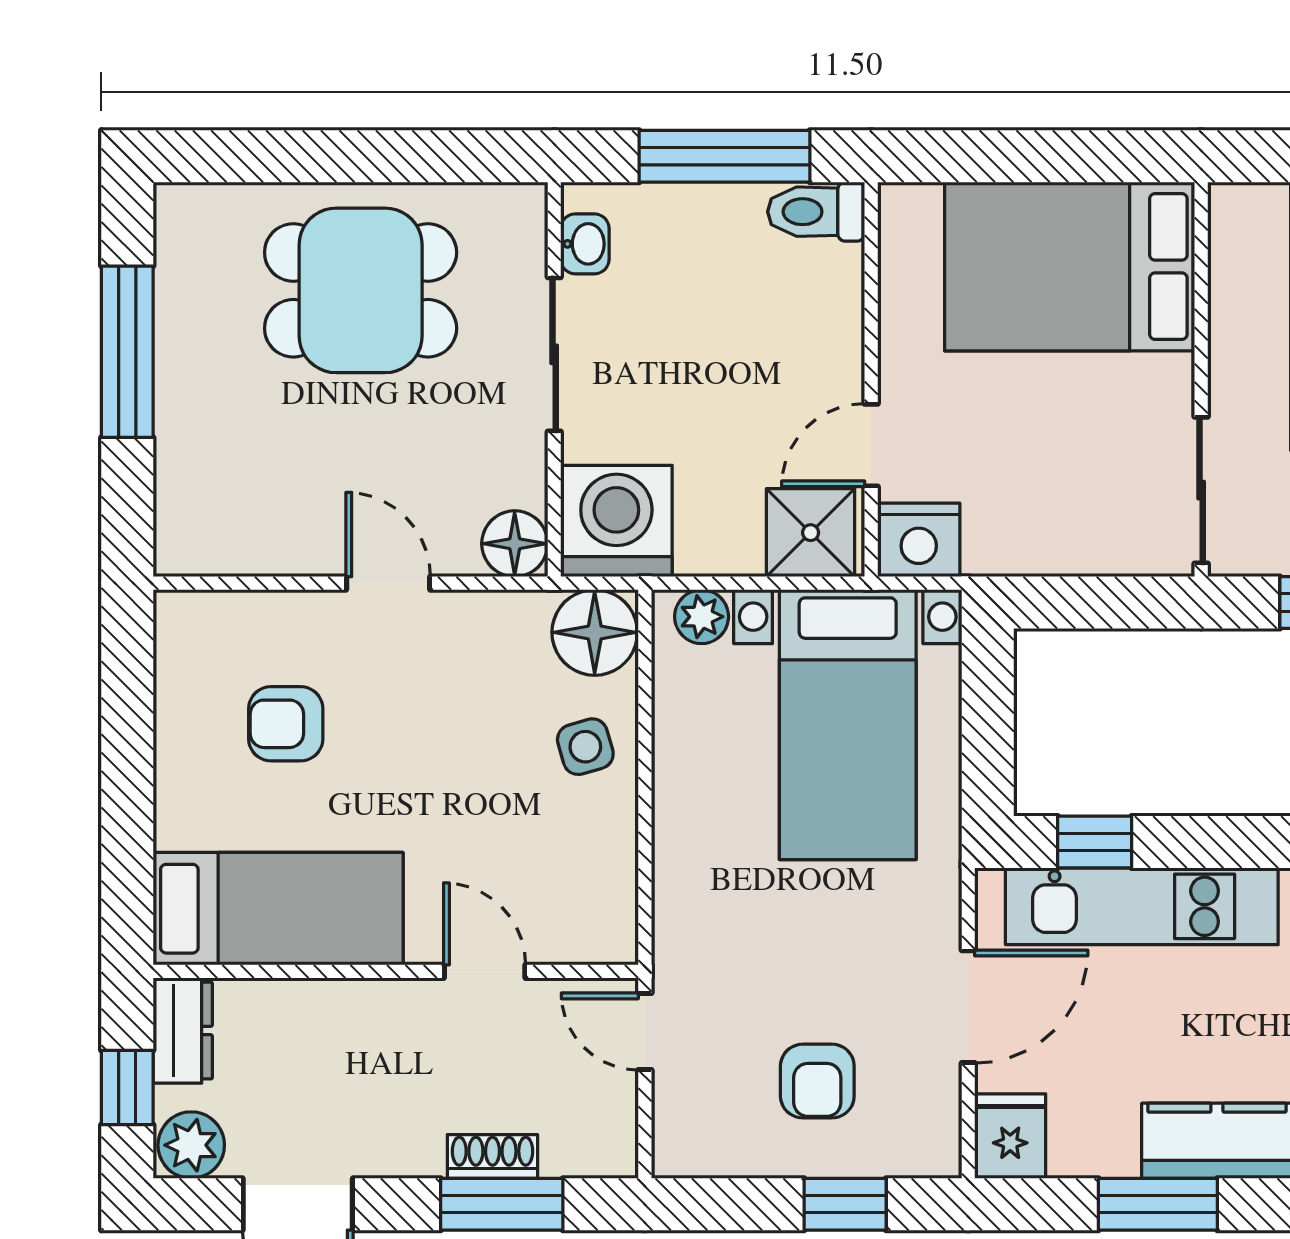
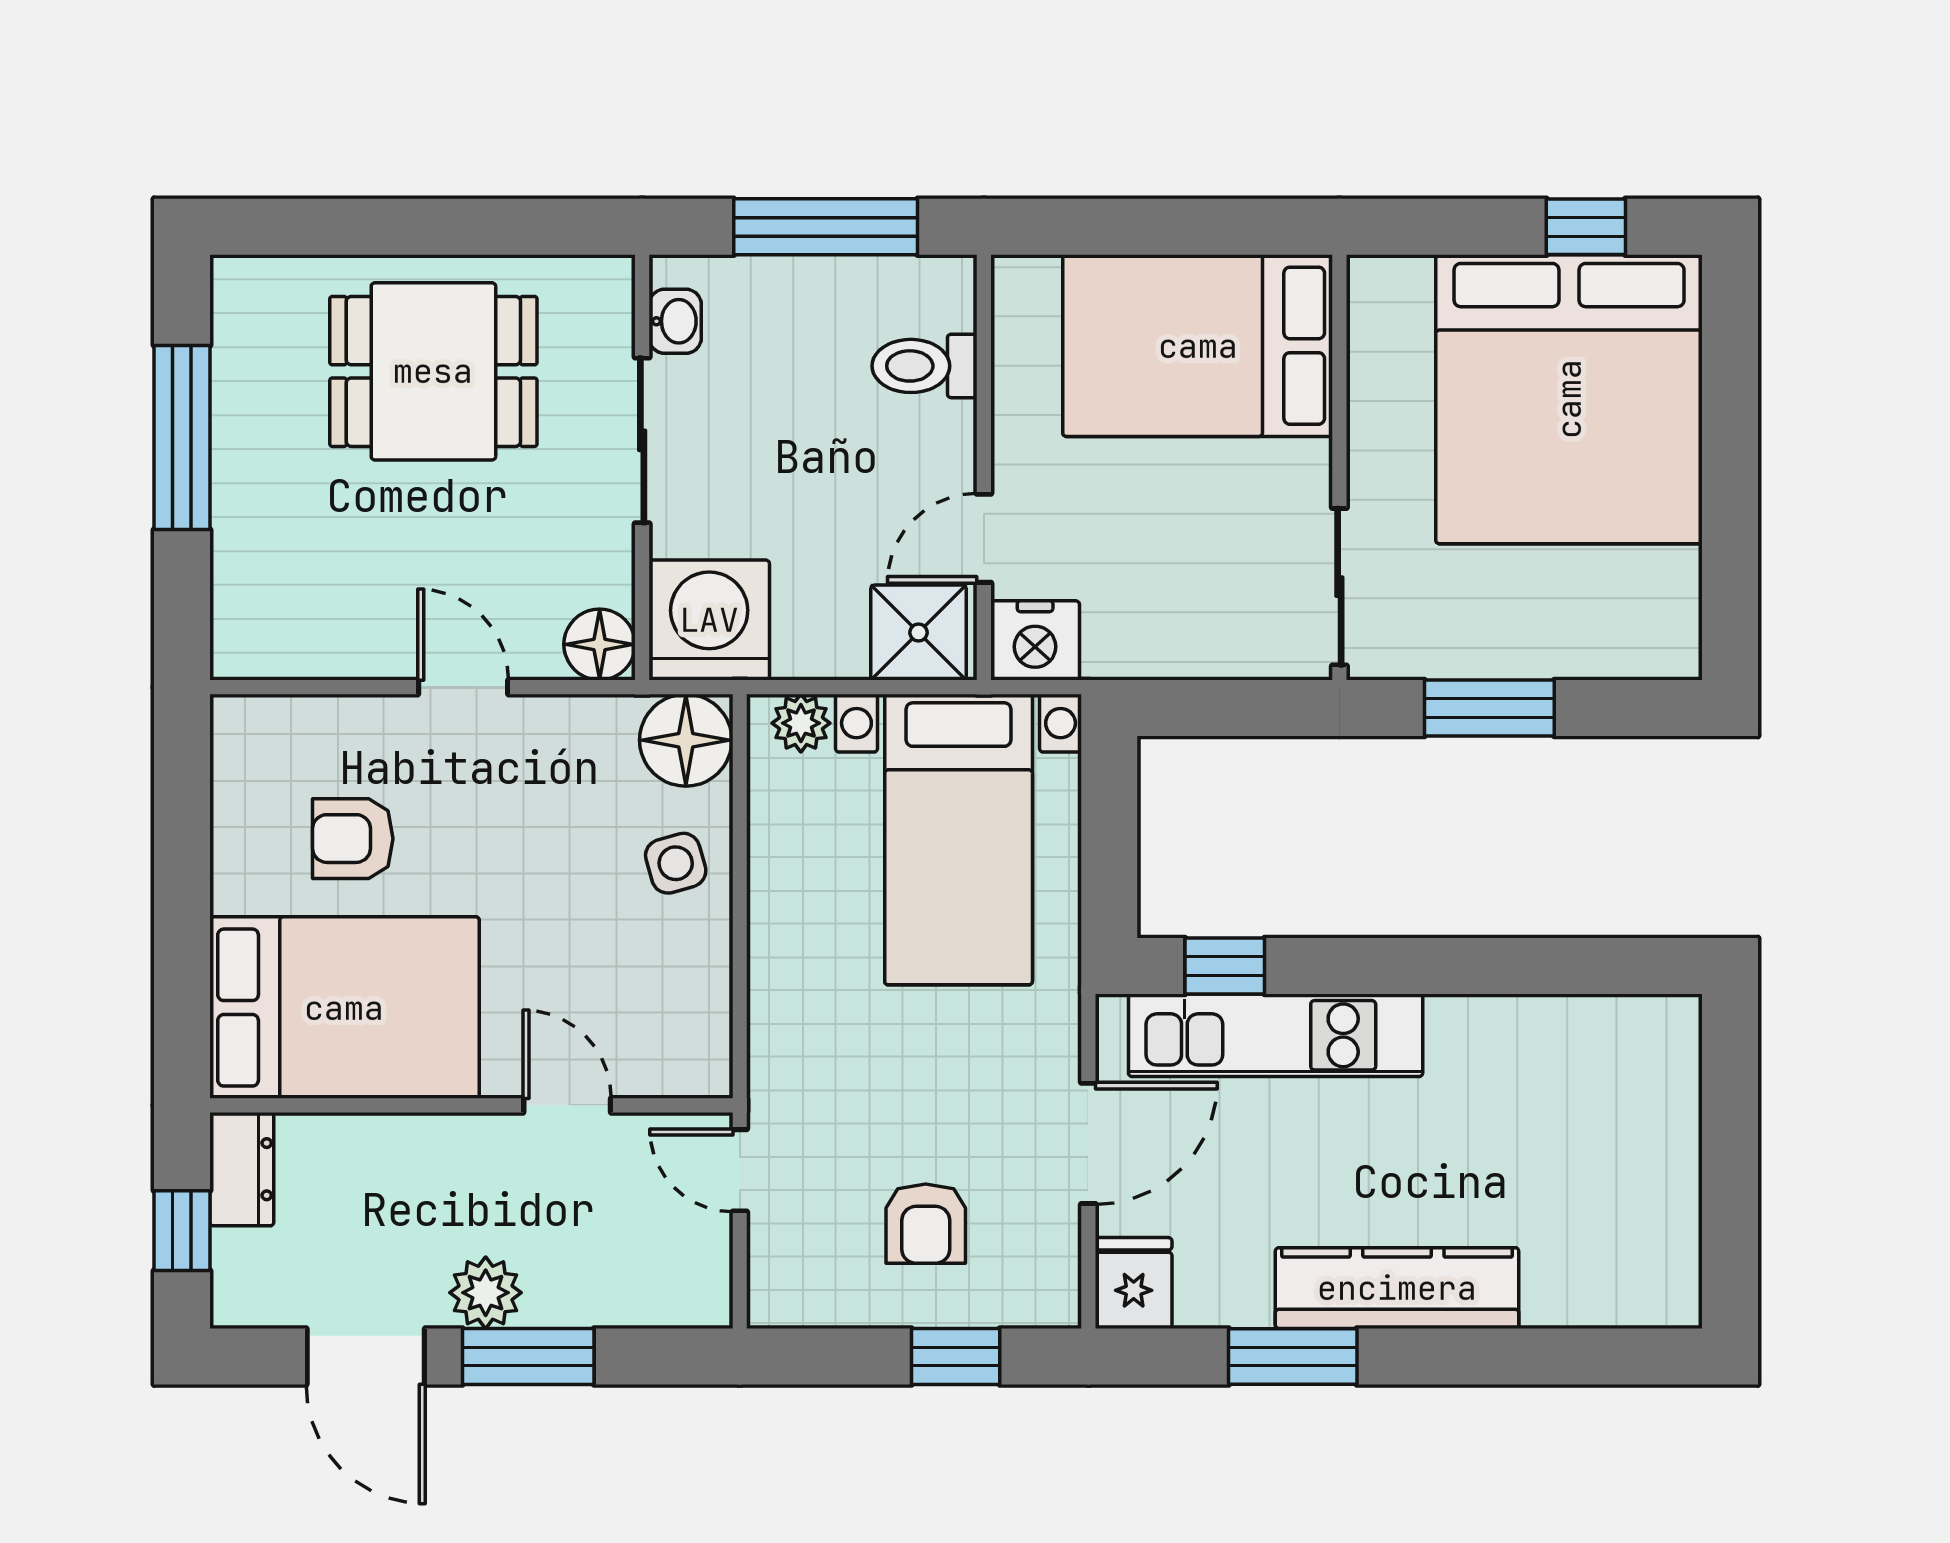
toilet: (816, 212) -> (924, 366), moved
bed: (278, 909) -> (344, 1008), width x1.50
plant: (191, 1145) -> (486, 1293), moved
shoe rack: (492, 1156) -> (576, 1305), removed
window: (502, 1204) -> (528, 1356), moved

